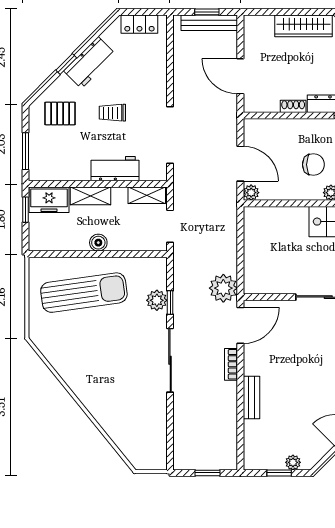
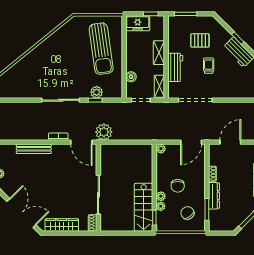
pallet: (60, 114) -> (200, 40), moved, turned 90
door: (240, 164) -> (191, 142), moved
freezer: (49, 200) -> (138, 23), moved, turned -90
boiler: (98, 243) -> (131, 77), moved
bench: (251, 398) -> (34, 149), width x1.36

